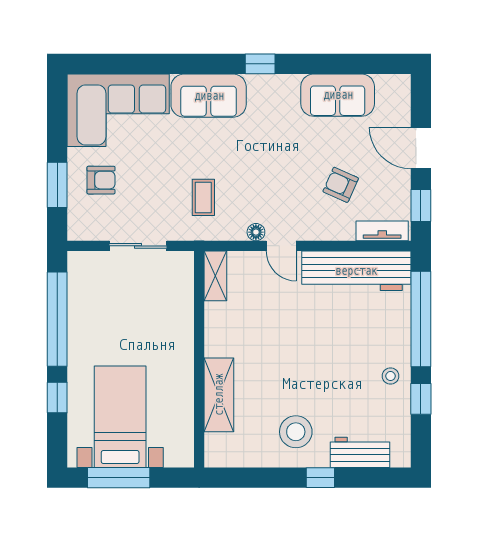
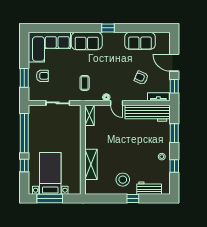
window: (421, 319) -> (174, 133), width x0.47

